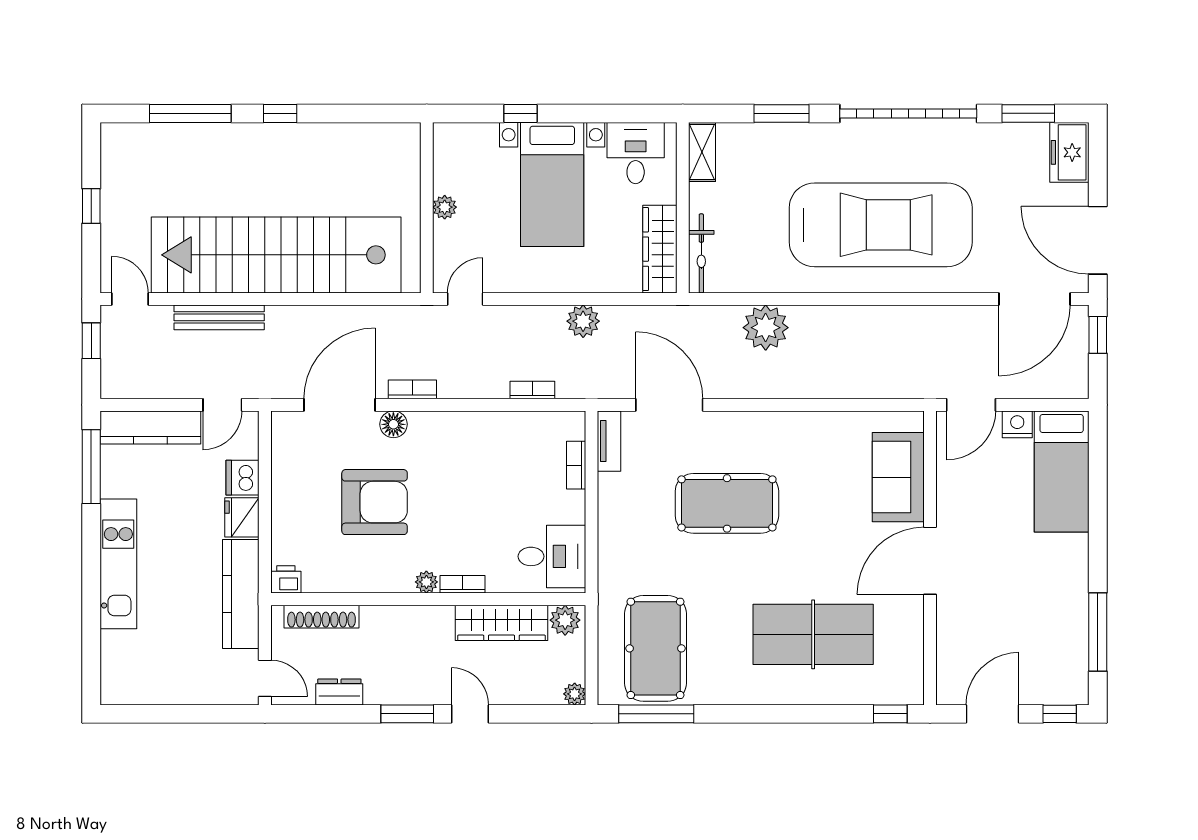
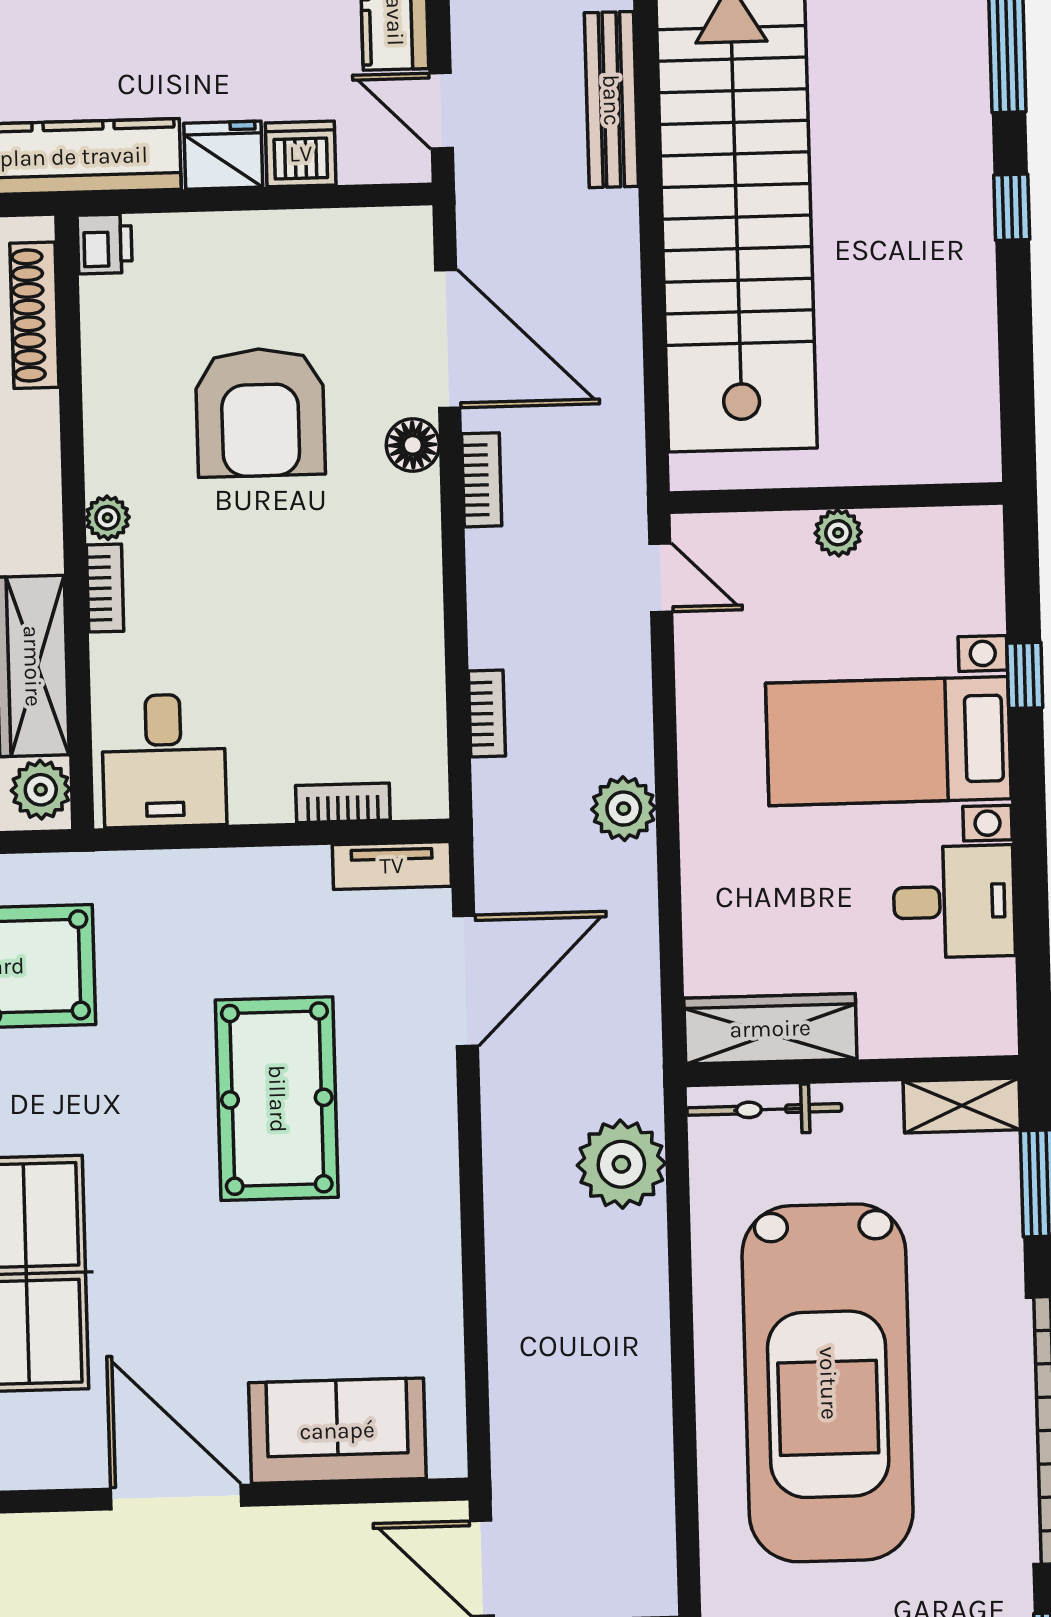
shelving: (702, 152) -> (962, 1106), moved
wall: (683, 208) -> (852, 1071), moved
wardrobe: (660, 249) -> (770, 1029), moved
bicycle: (701, 253) -> (764, 1109), moved

